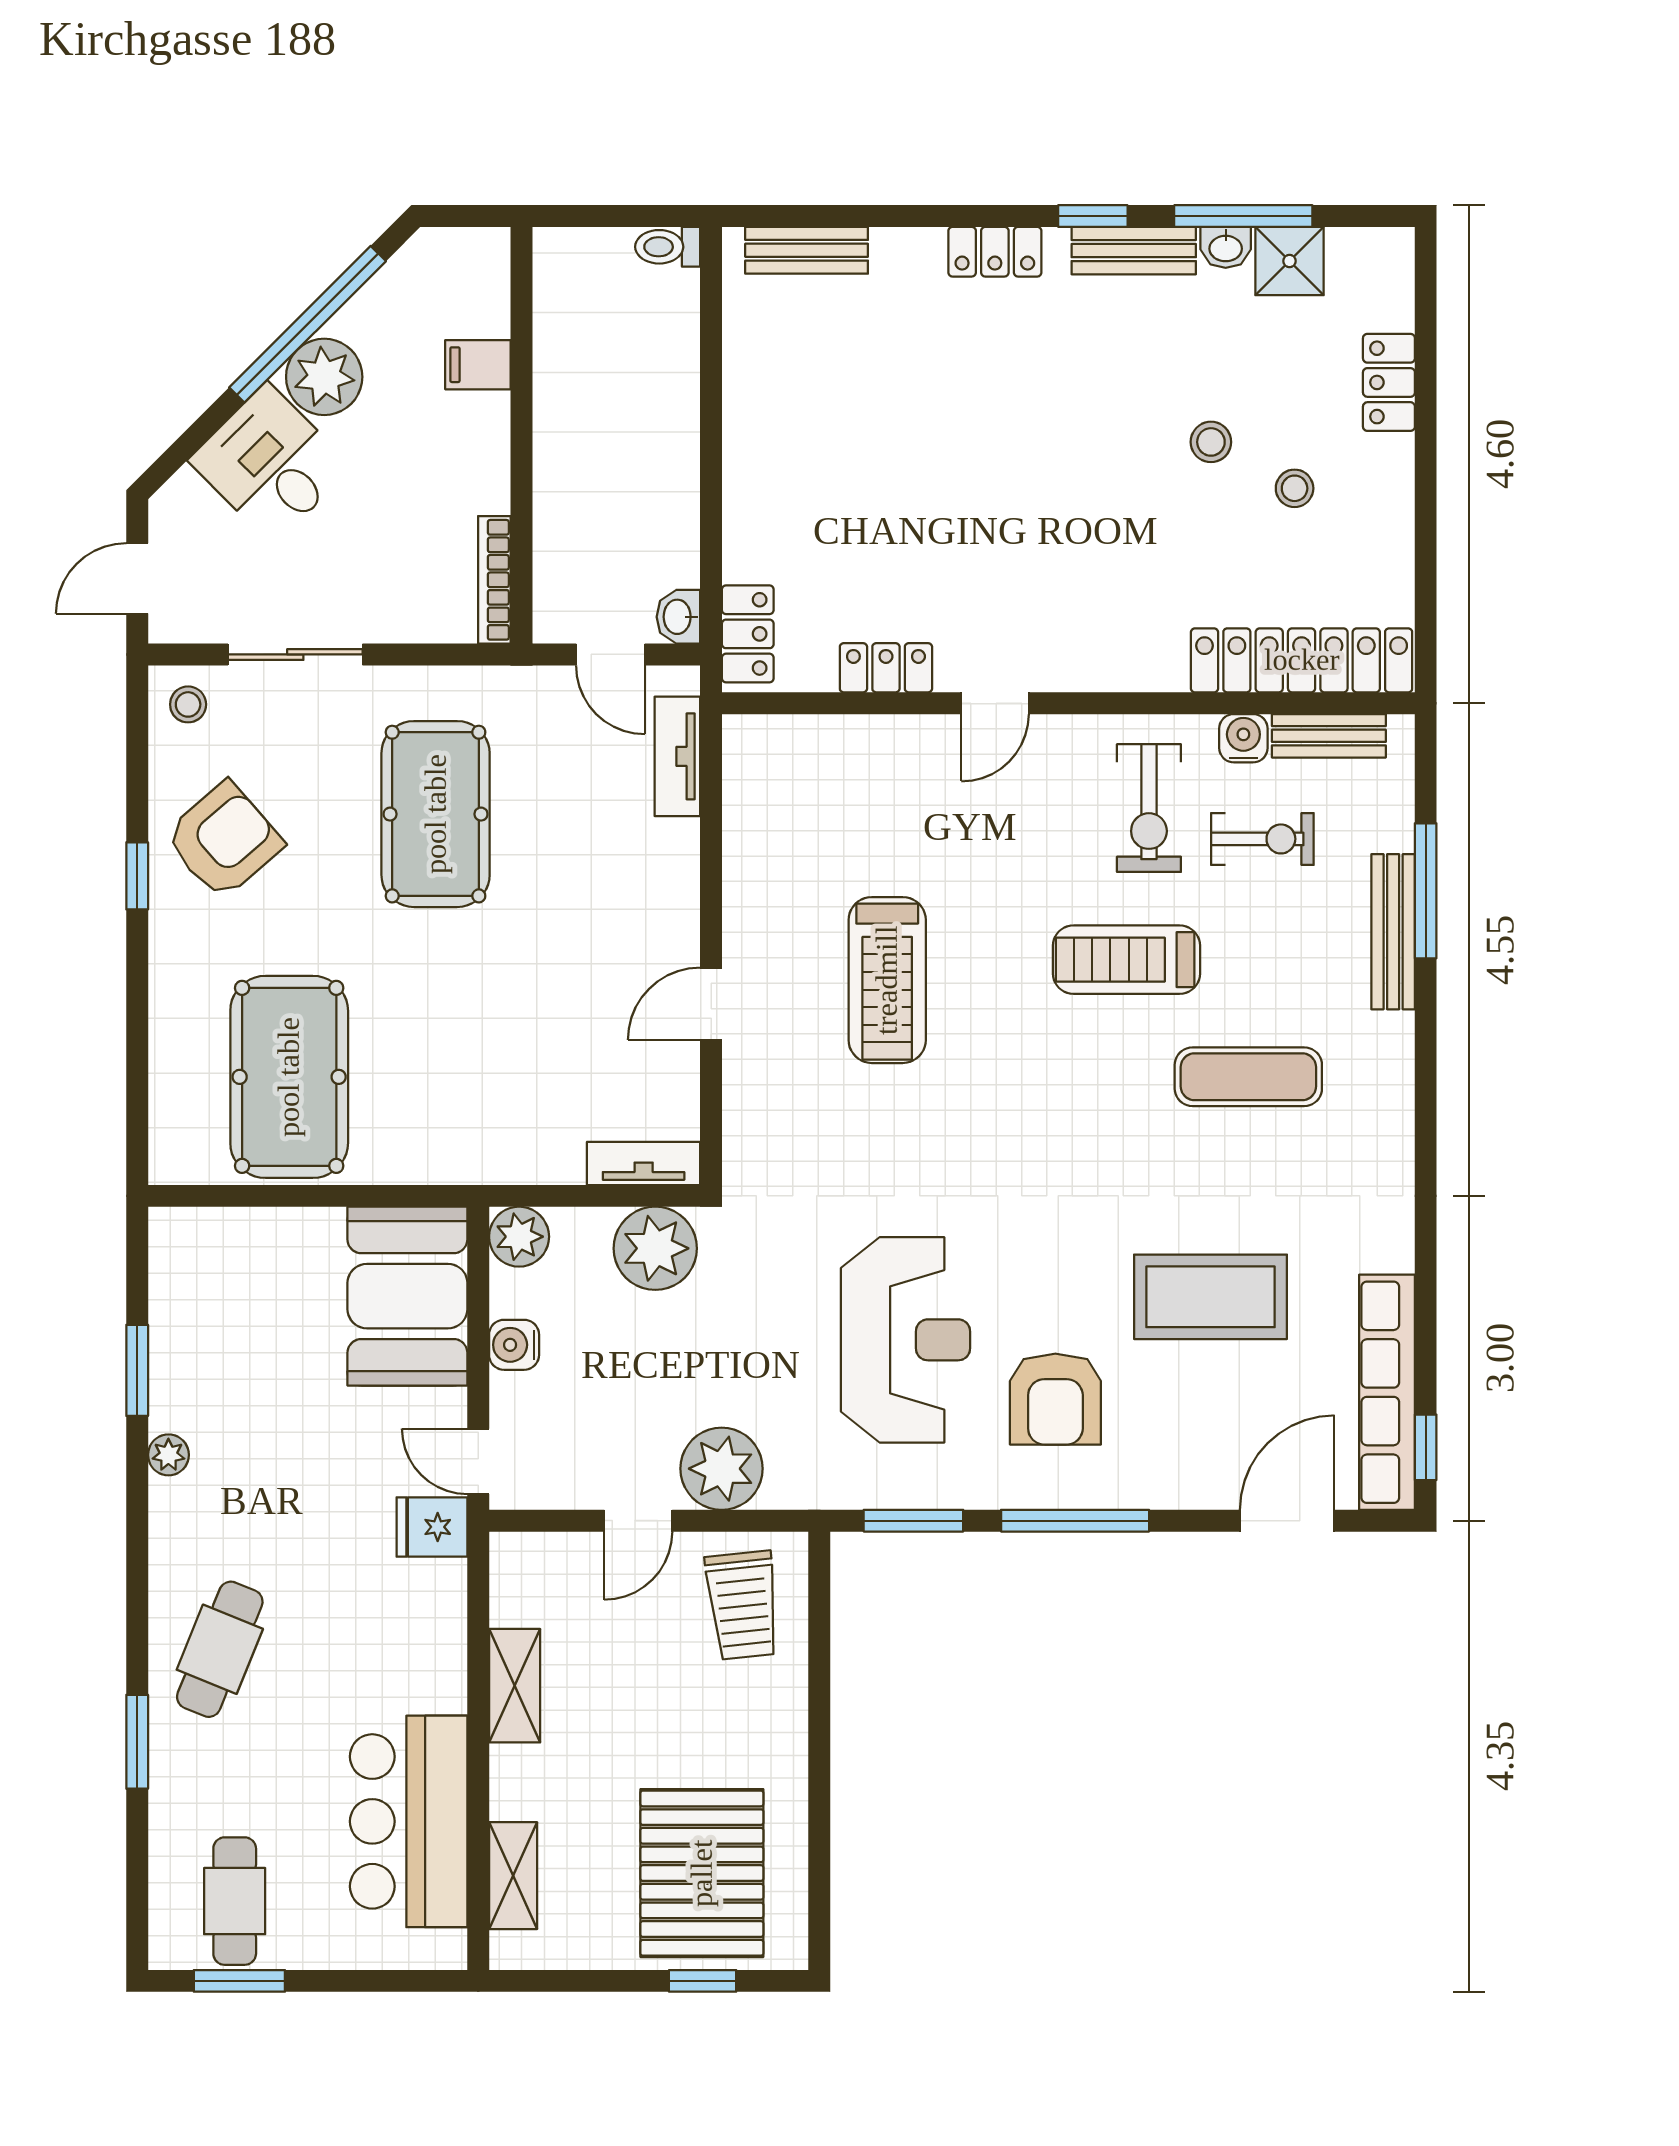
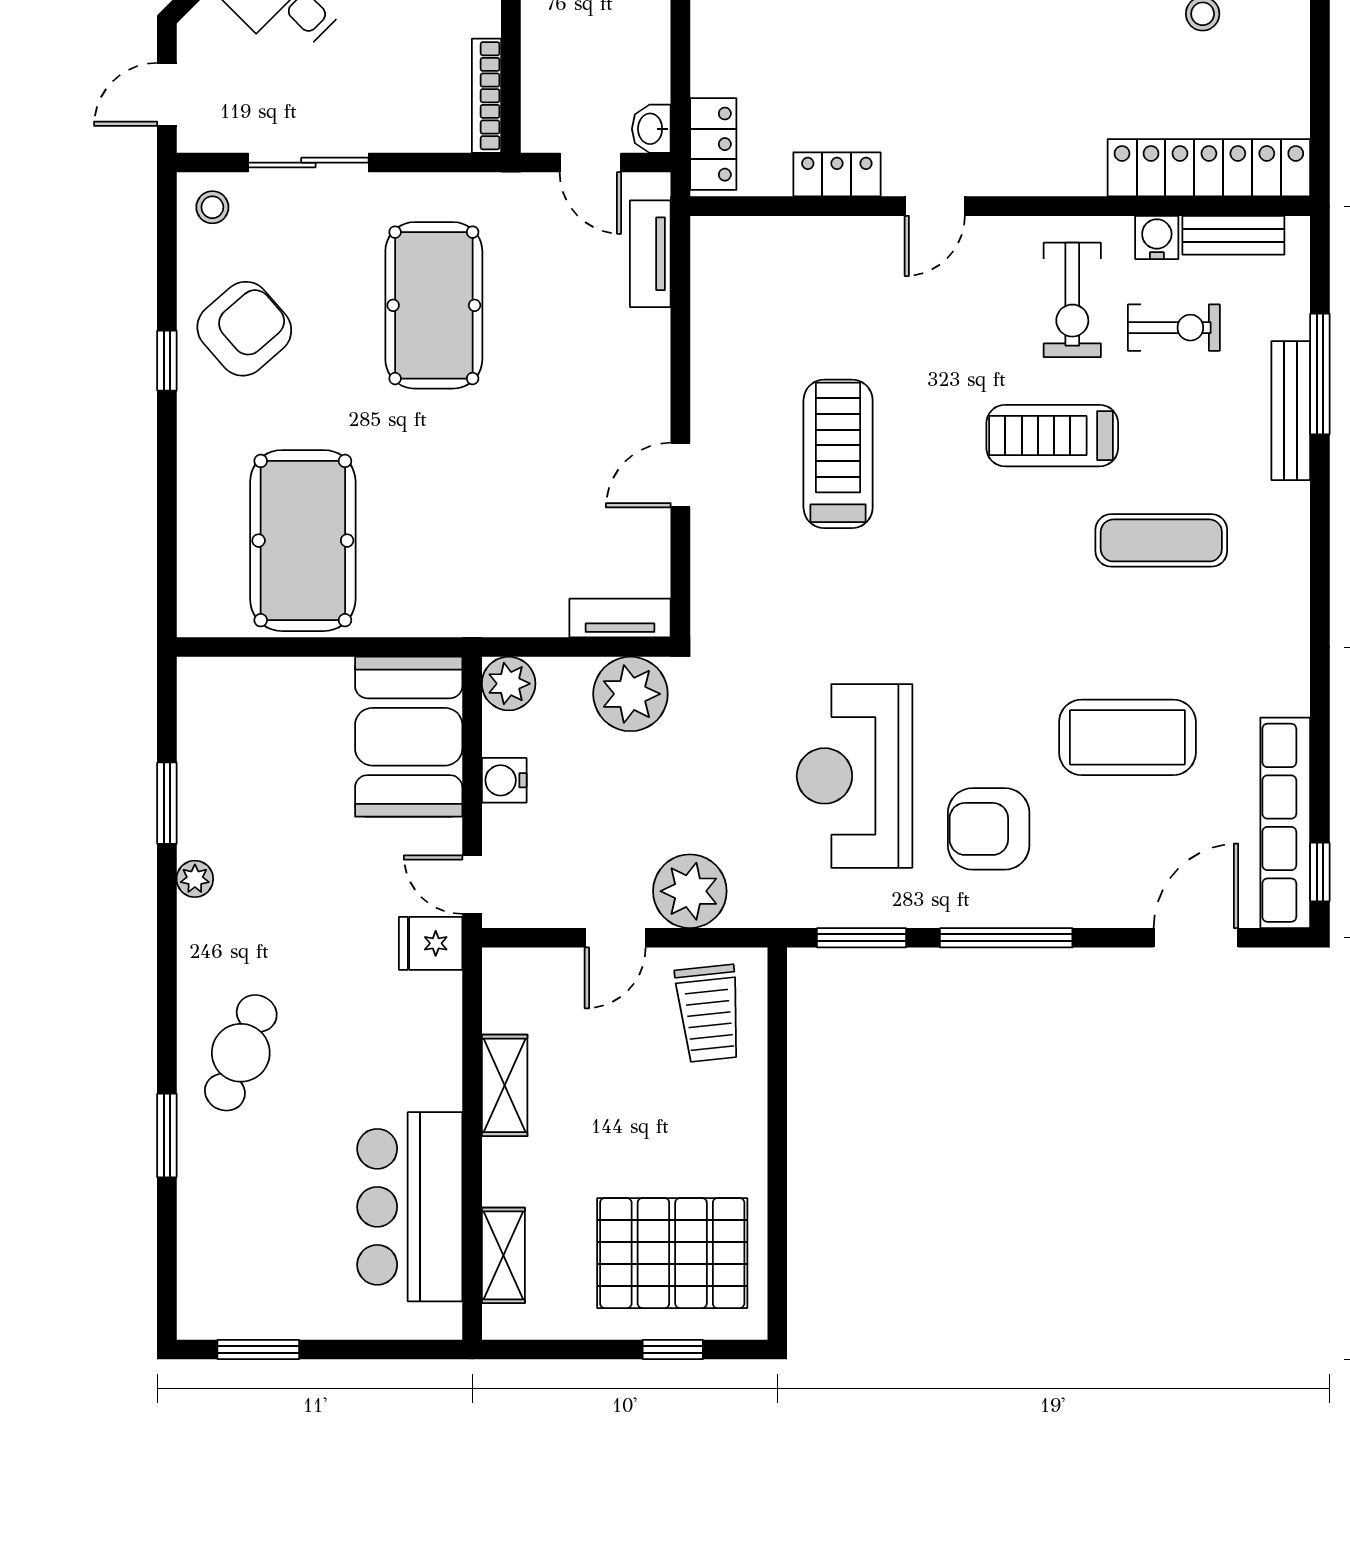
treadmill: (887, 980) -> (838, 454), turned 180
reception desk: (906, 1340) -> (854, 776), turned 180
armchair: (1055, 1399) -> (989, 829), turned 90
pallet: (702, 1873) -> (672, 1253), turned 90
cafe table: (235, 1901) -> (254, 1278), removed

